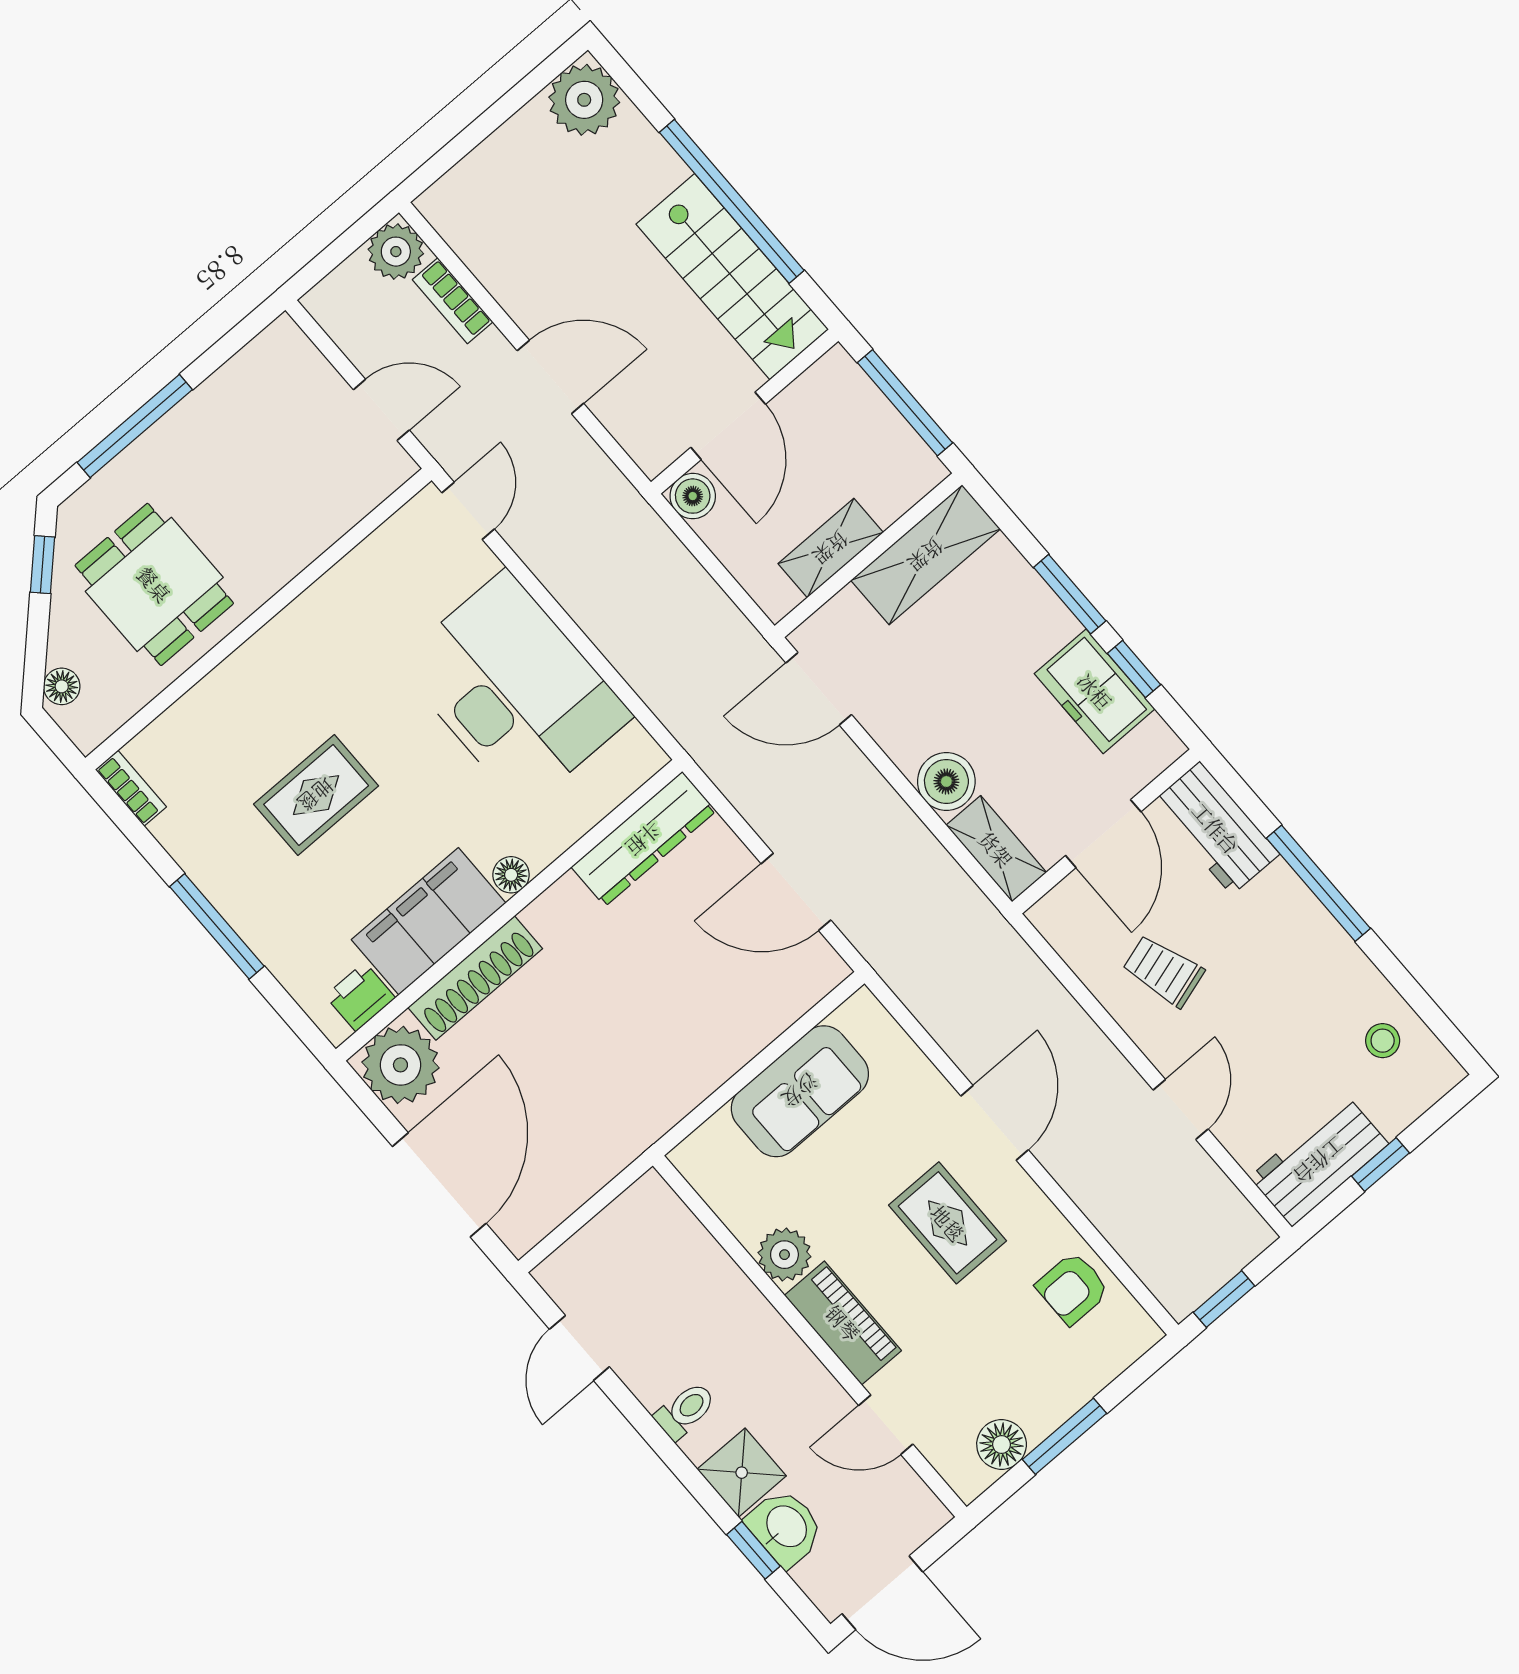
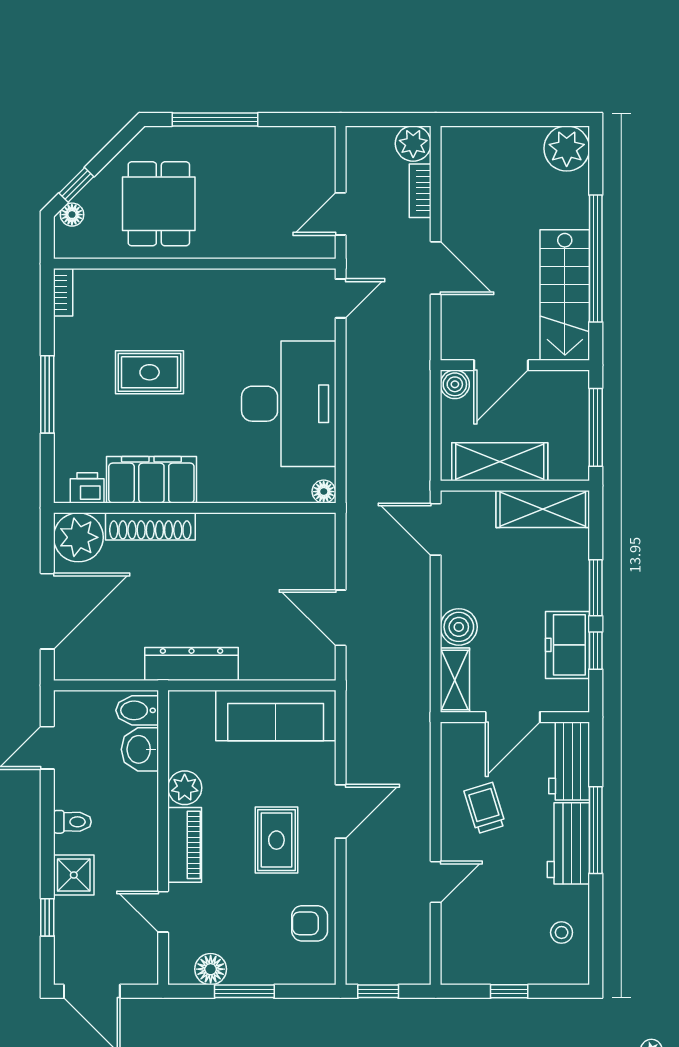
door: (381, 410) -> (341, 214), swing flipped
shelving: (831, 548) -> (500, 462), width x1.50, depth x1.33
window: (43, 565) -> (76, 185), moved
dresser: (644, 839) -> (192, 664), moved, turned 180
floor lamp: (511, 875) -> (324, 492), moved
sofa: (800, 1091) -> (276, 715), width x1.36
workbench: (1319, 1161) -> (568, 843), moved, turned -90
bidet: (648, 1211) -> (137, 710), added
washbasin: (785, 1527) -> (140, 749), moved, turned 180

